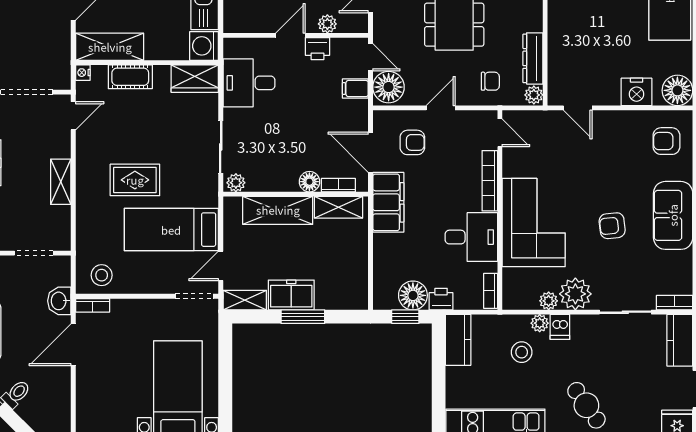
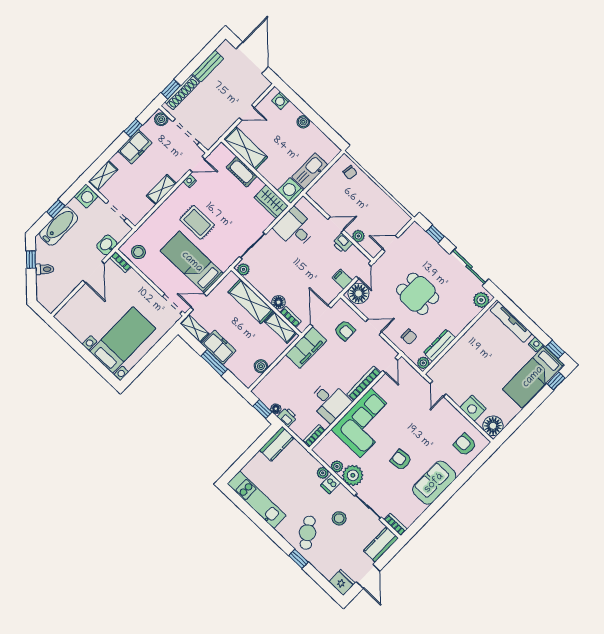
nightstand: (83, 73) -> (190, 181), moved
boiler: (358, 271) -> (261, 366), added
floor lamp: (413, 295) -> (276, 409), width x0.53, depth x0.53
door: (73, 345) -> (94, 272), swing flipped
stool: (522, 352) -> (339, 518), moved

